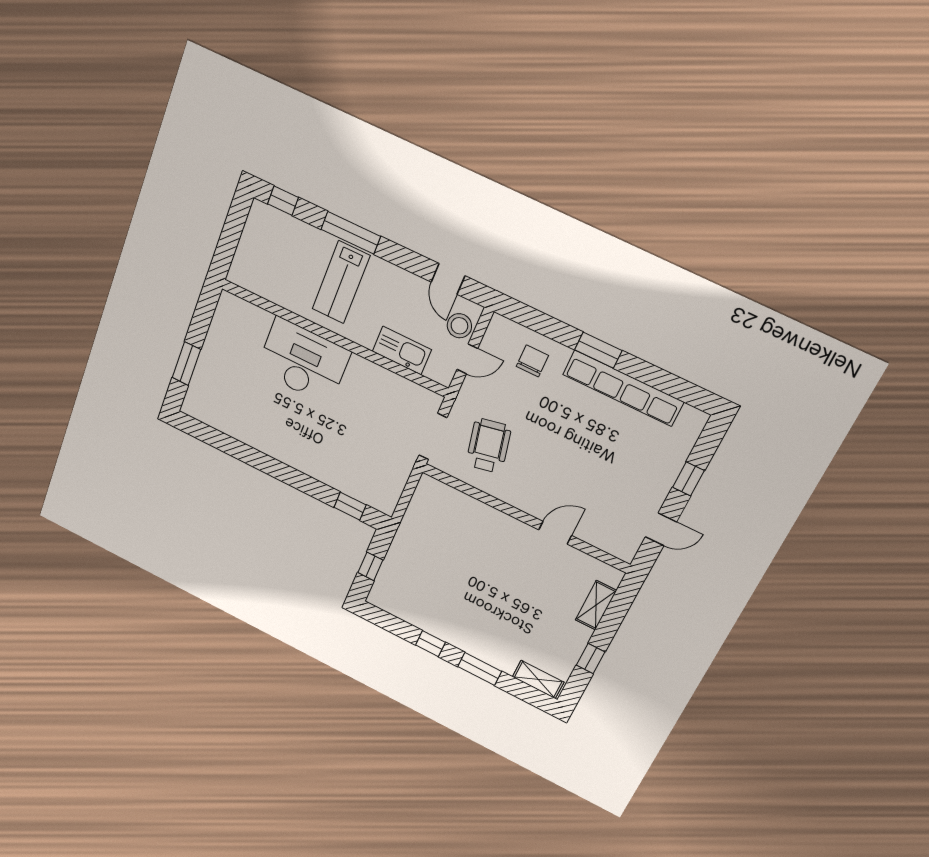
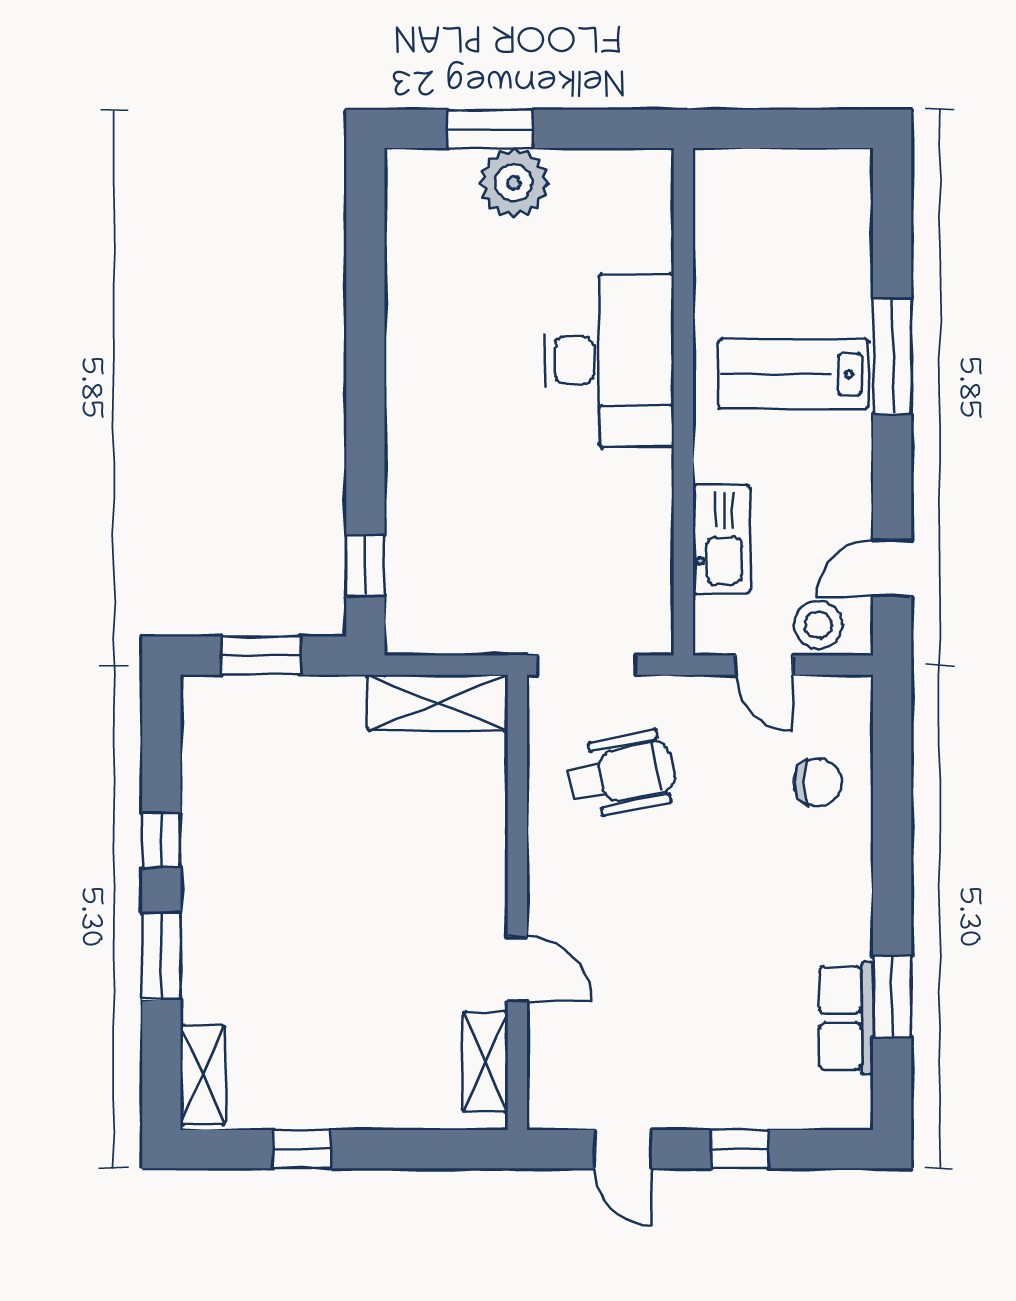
window: (283, 201) -> (892, 206), removed
window: (598, 350) -> (892, 996), moved
plant: (212, 365) -> (514, 183), added
row of seats: (623, 388) -> (846, 1018), width x0.50
shelving: (422, 507) -> (438, 703), added
window: (370, 566) -> (261, 656), width x1.50
shelving: (596, 605) -> (485, 1062), moved, turned 90

